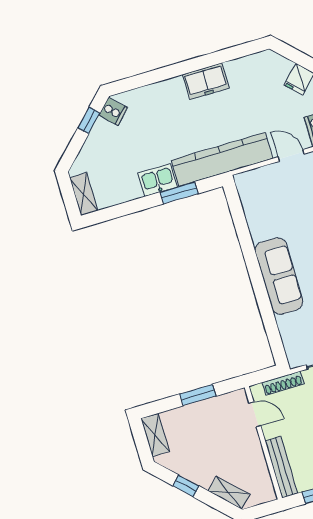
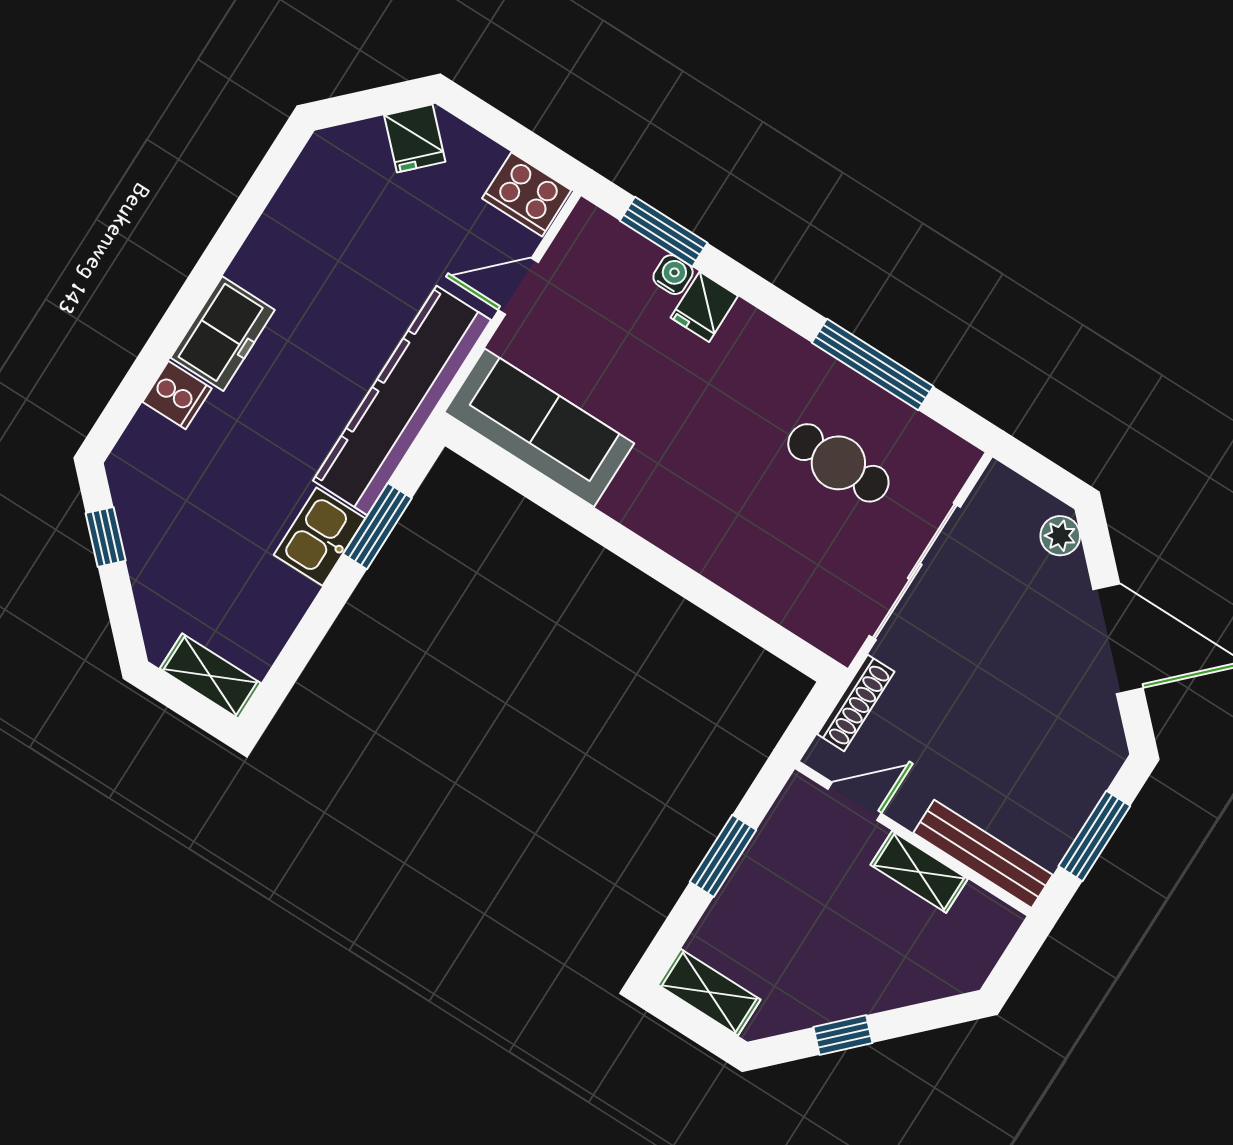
freezer: (206, 81) -> (223, 334), moved
cooker: (113, 111) -> (177, 395), moved, turned 45
sofa: (279, 276) -> (539, 428), moved
shelving: (229, 493) -> (919, 872), moved, turned 45

